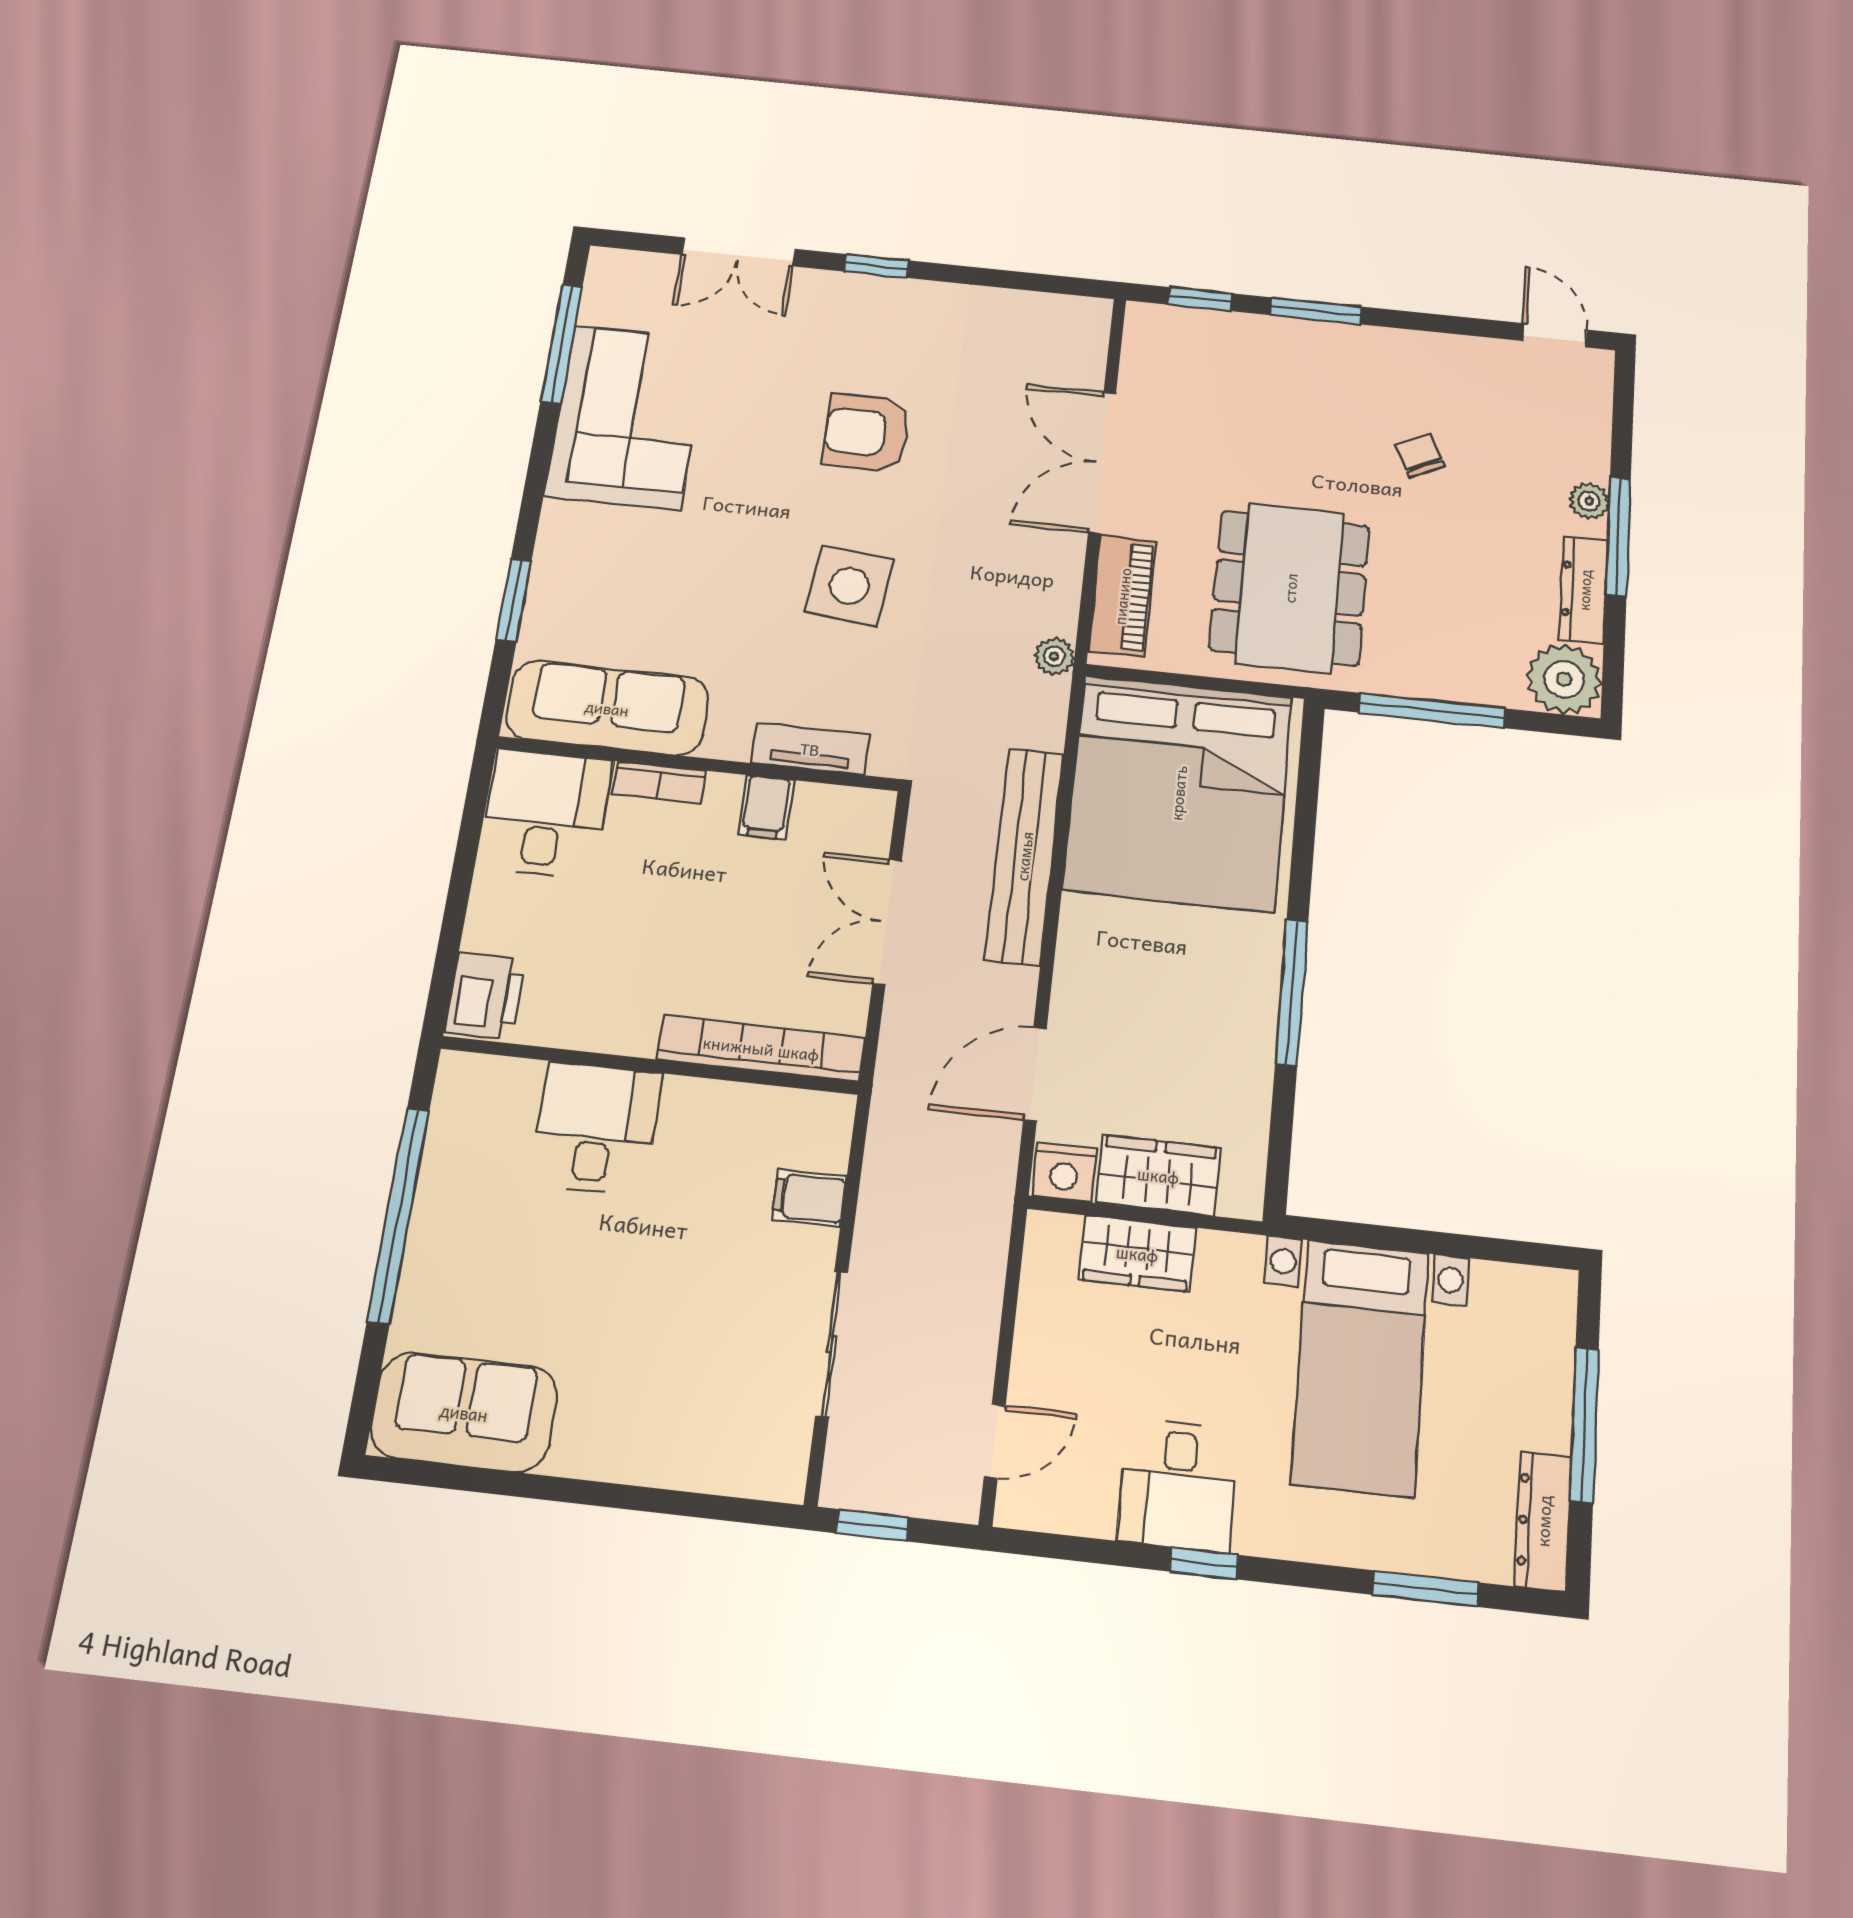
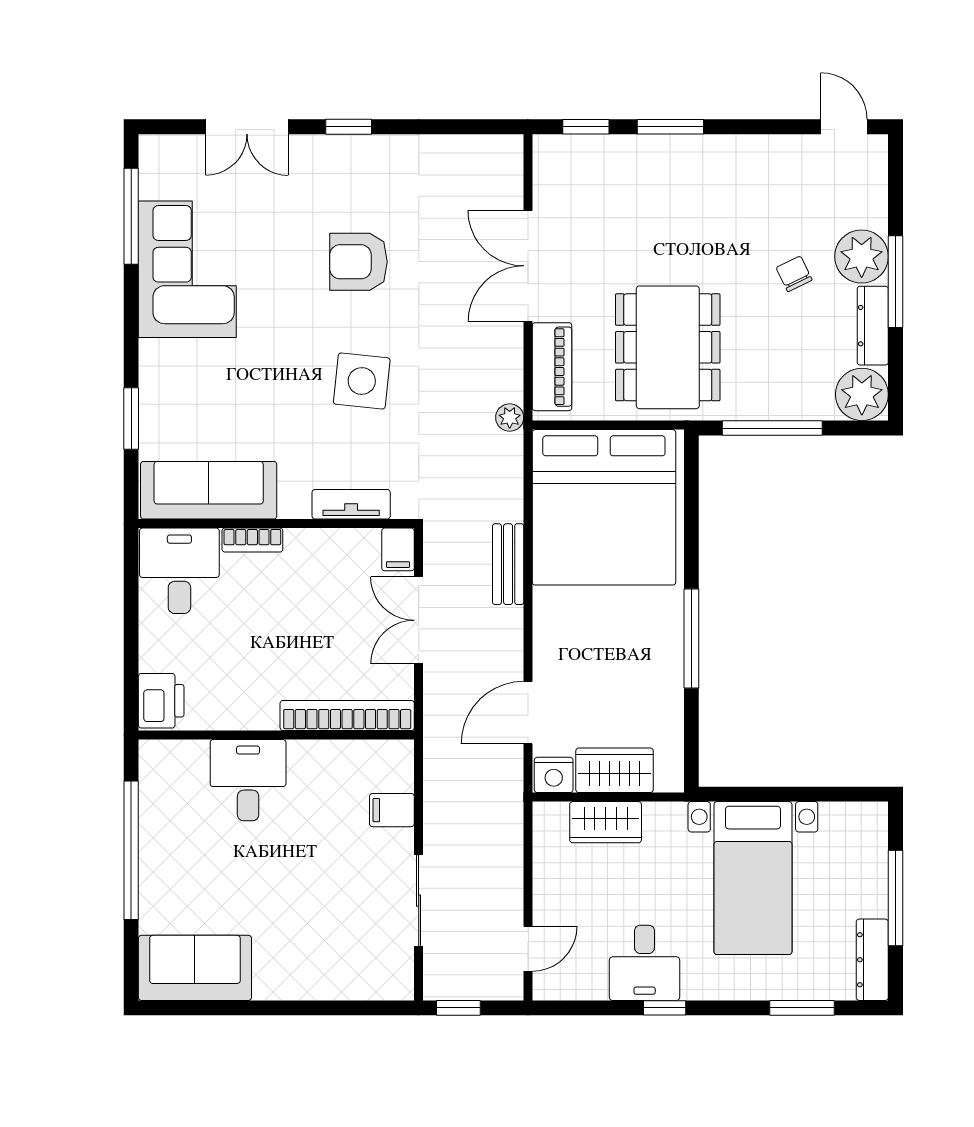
chair: (1420, 456) -> (794, 274), moved
plant: (1589, 501) -> (862, 256), width x1.87, depth x1.87
filing cabinet: (766, 807) -> (398, 549), moved
bench: (1024, 856) -> (508, 564), width x0.54, depth x0.82

